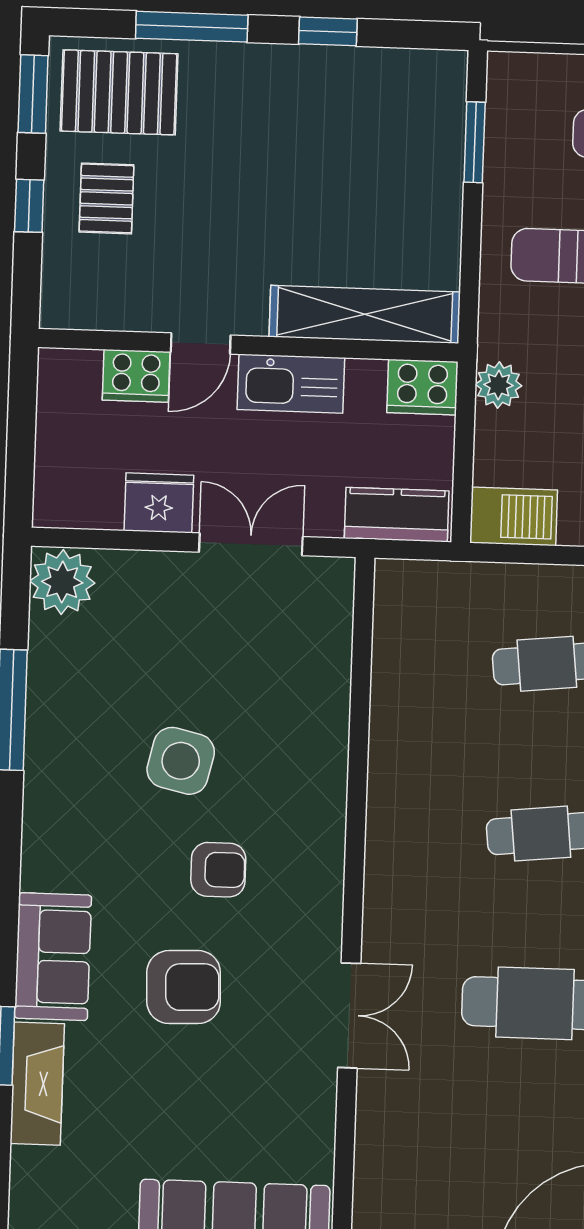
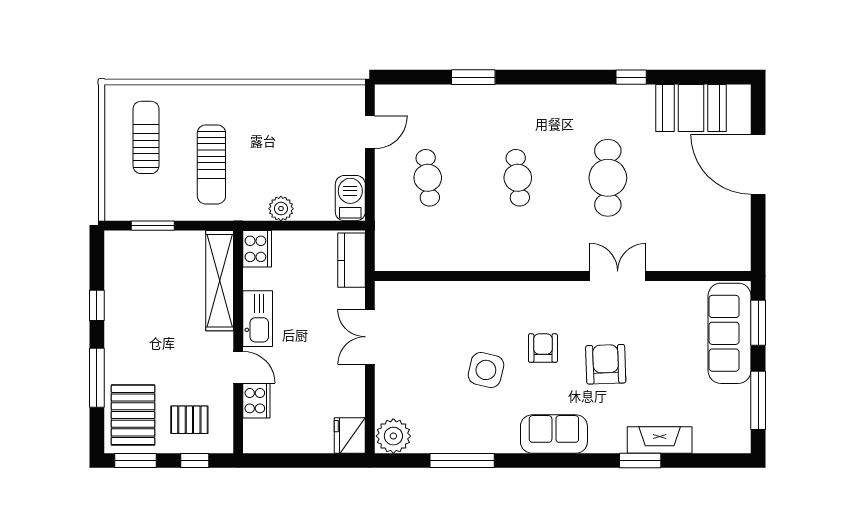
shelving: (365, 314) -> (220, 281), moved
door: (201, 344) -> (238, 367), moved
wall: (248, 345) -> (238, 342), moved
cooker: (136, 376) -> (256, 401), moved
kitchen sink: (291, 384) -> (258, 319), moved
cooker: (422, 387) -> (257, 249), moved
fridge: (159, 503) -> (350, 435), moved
sofa: (53, 957) -> (554, 434), moved

